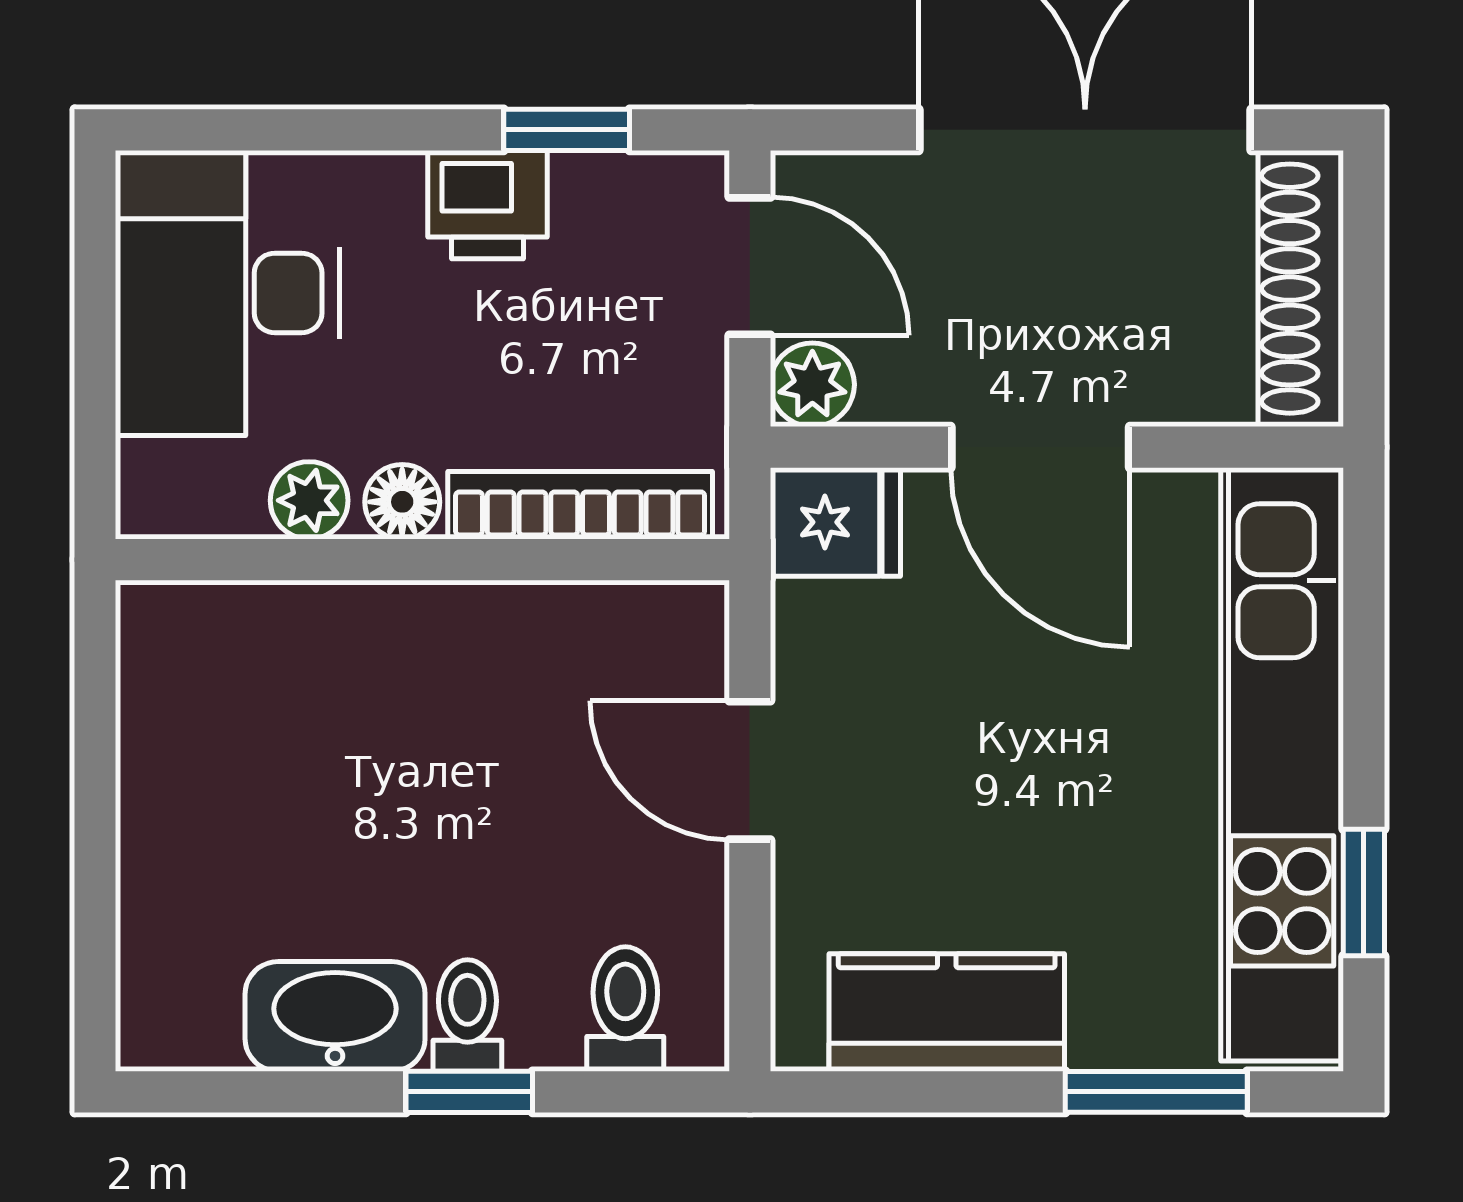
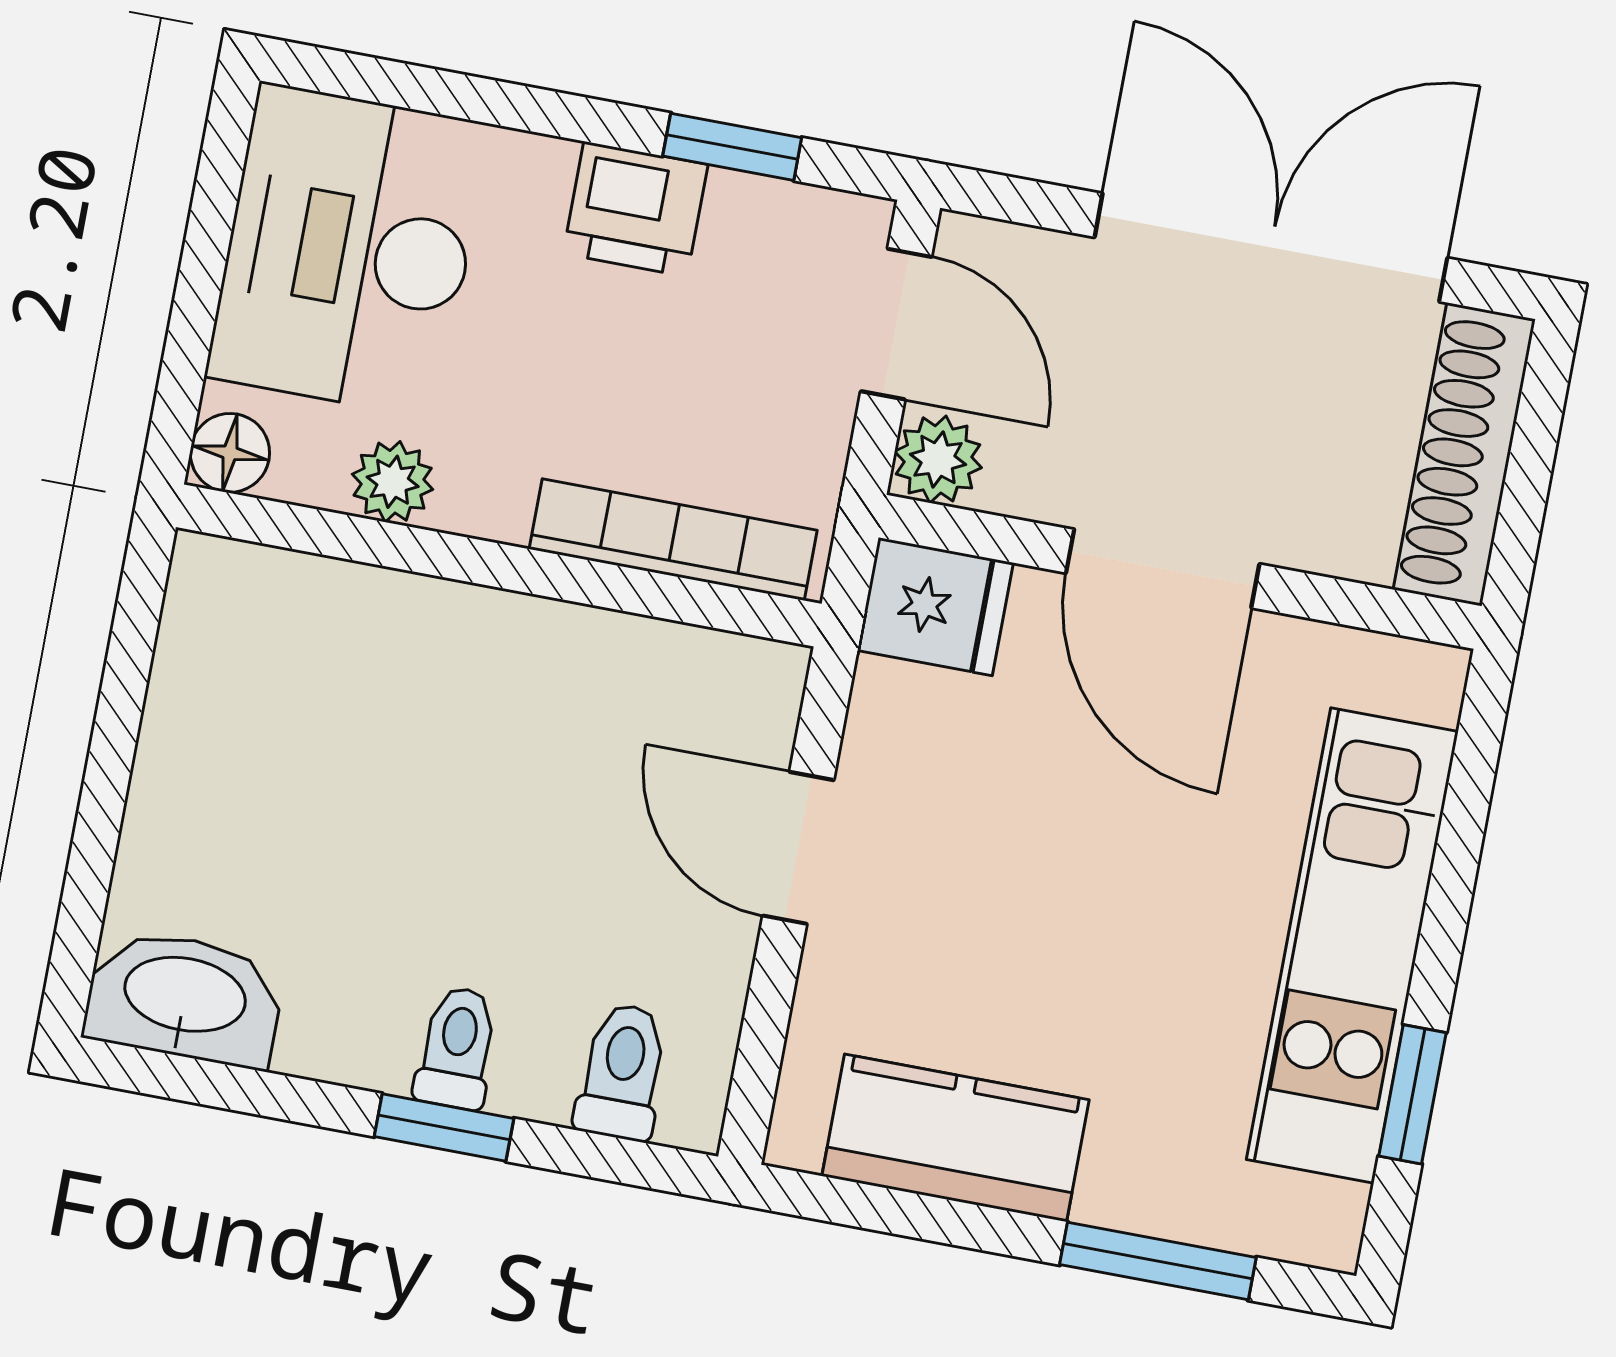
floor lamp: (402, 502) -> (230, 453), moved
kitchen unit: (1282, 765) -> (1352, 946), width x0.73
washbasin: (335, 1016) -> (184, 998), moved

